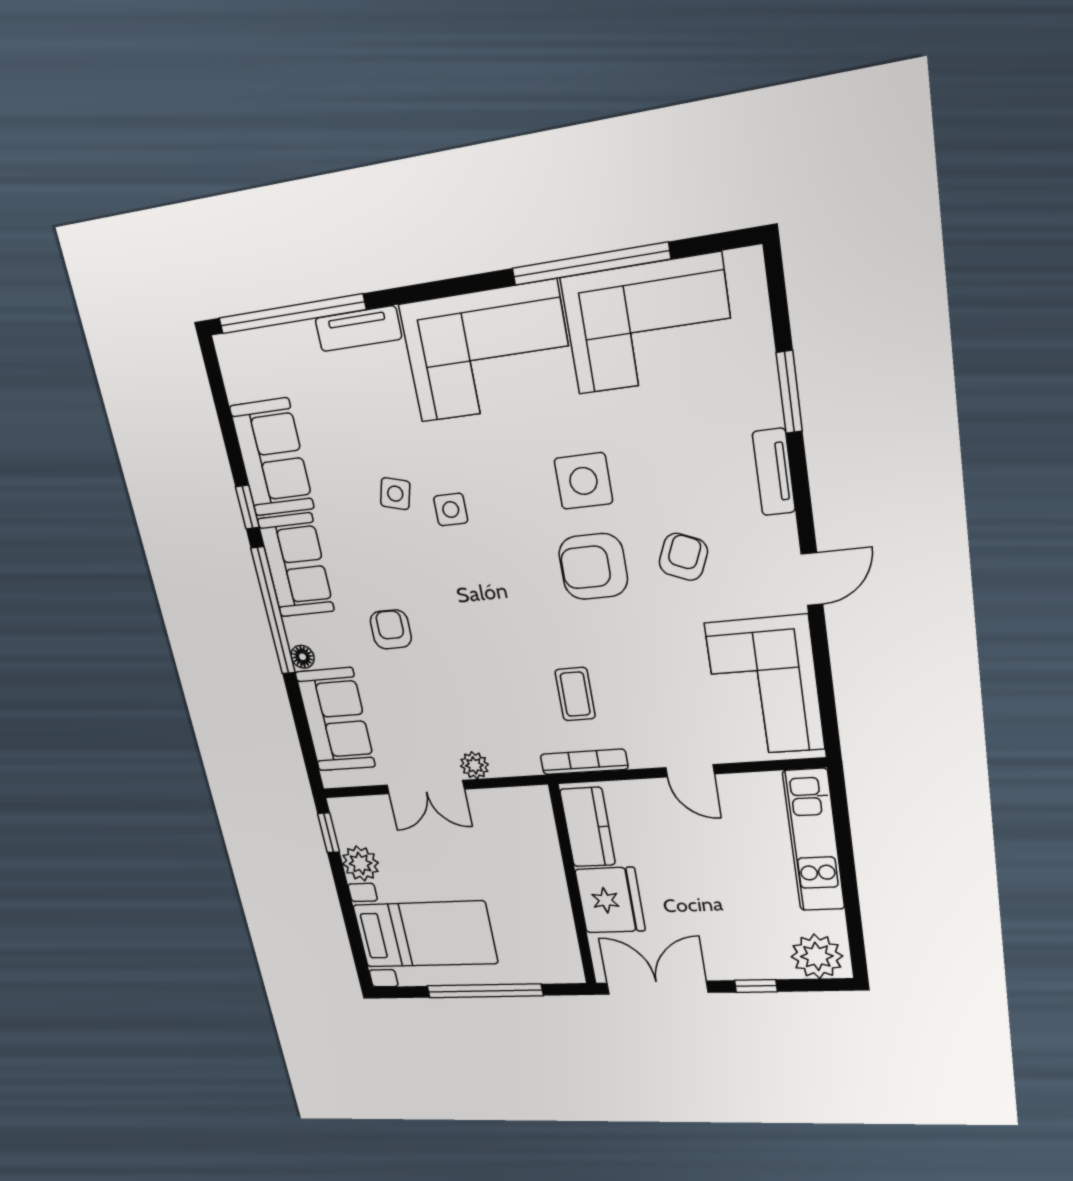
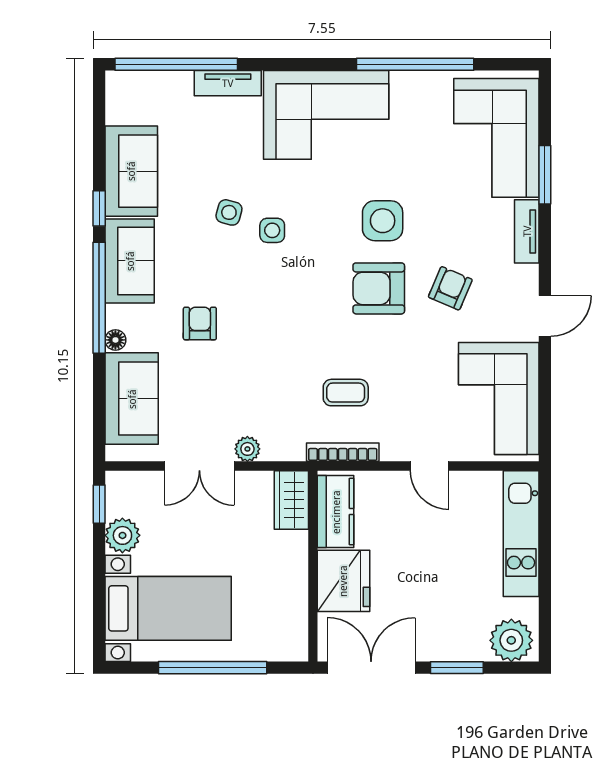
corner sofa: (648, 324) -> (496, 138), moved, turned 90
coffee table: (575, 694) -> (346, 393), turned 90
wardrobe: (535, 817) -> (291, 500), added
window: (756, 986) -> (457, 668), width x1.50

